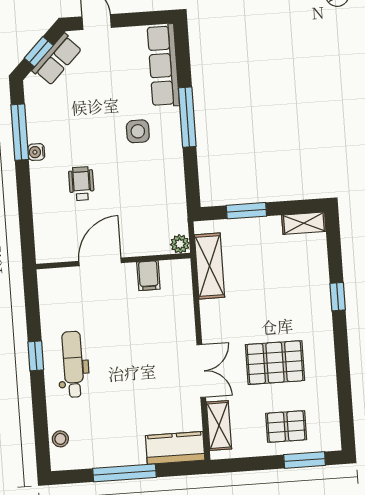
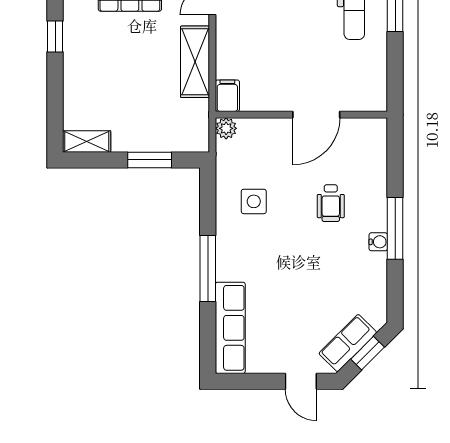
side table: (138, 131) -> (254, 201), moved
window: (20, 132) -> (395, 228), moved
shelving: (209, 266) -> (195, 62), moved
filing cabinet: (148, 276) -> (227, 96), moved
window: (338, 297) -> (55, 36), moved

